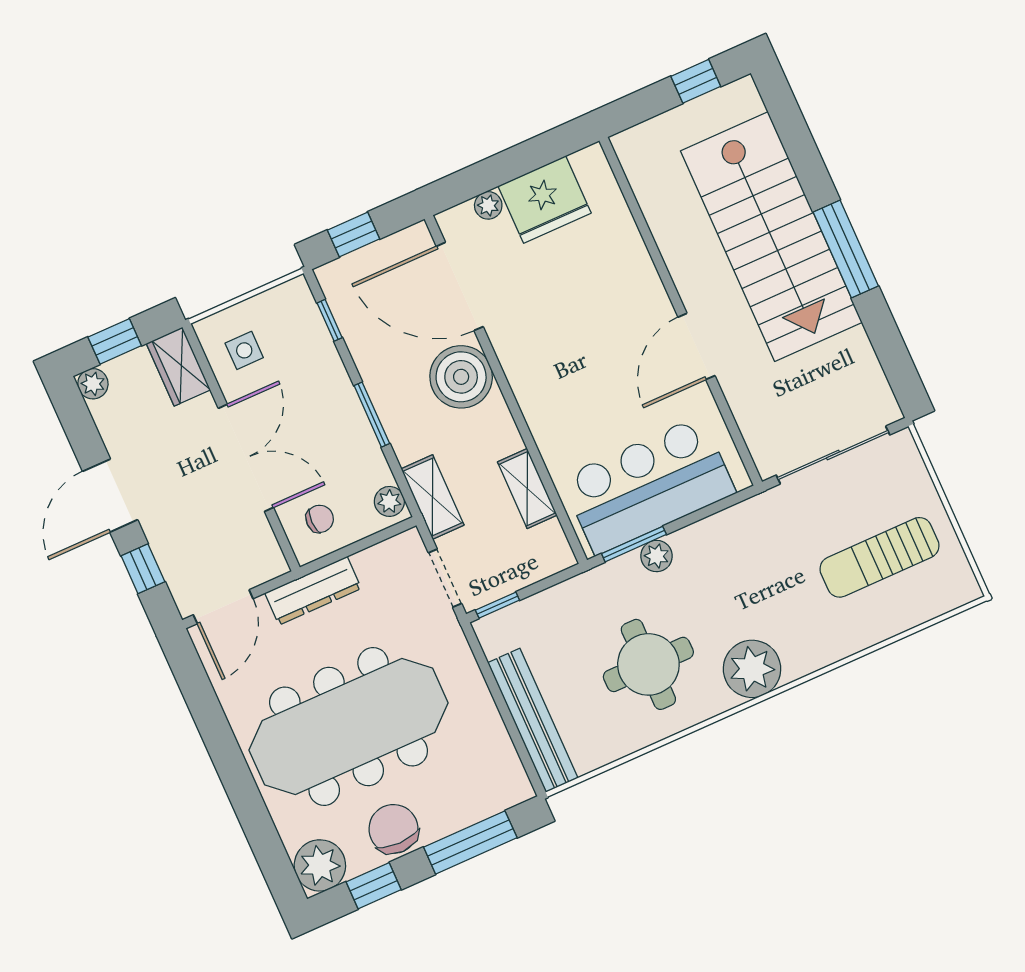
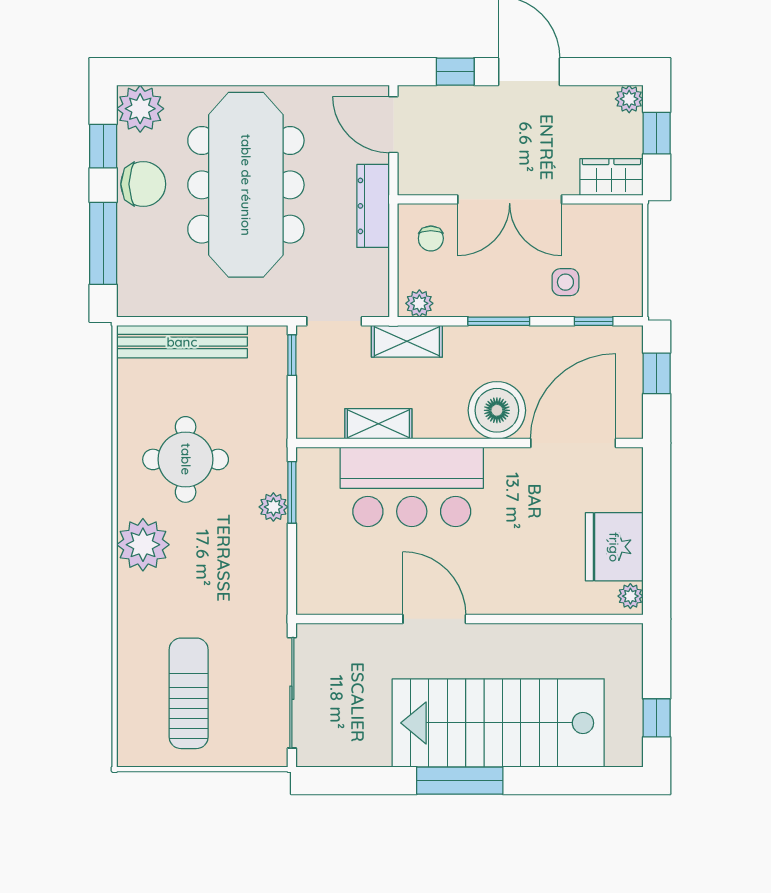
plant: (488, 205) -> (630, 596), moved
side table: (244, 350) -> (565, 282), moved
bar counter: (648, 485) -> (412, 487), moved, turned 90

